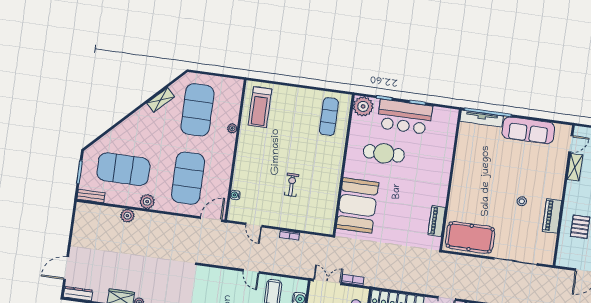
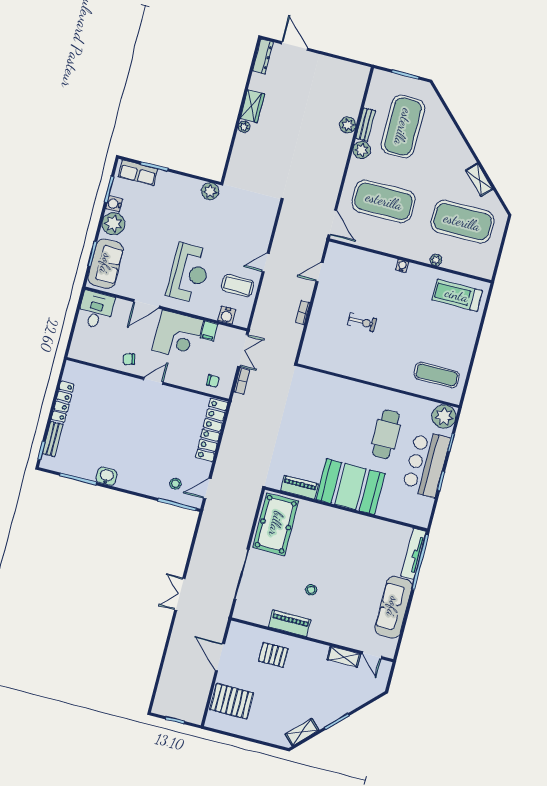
water cooler: (235, 195) -> (402, 266), moved
bench: (91, 196) -> (366, 124), moved
booth: (357, 205) -> (350, 487), moved

